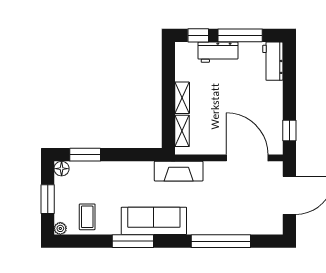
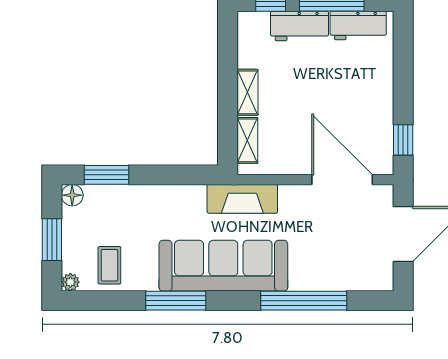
workbench: (273, 61) -> (358, 26), moved, turned -90
sofa: (154, 221) -> (223, 266), width x1.36, depth x1.27

